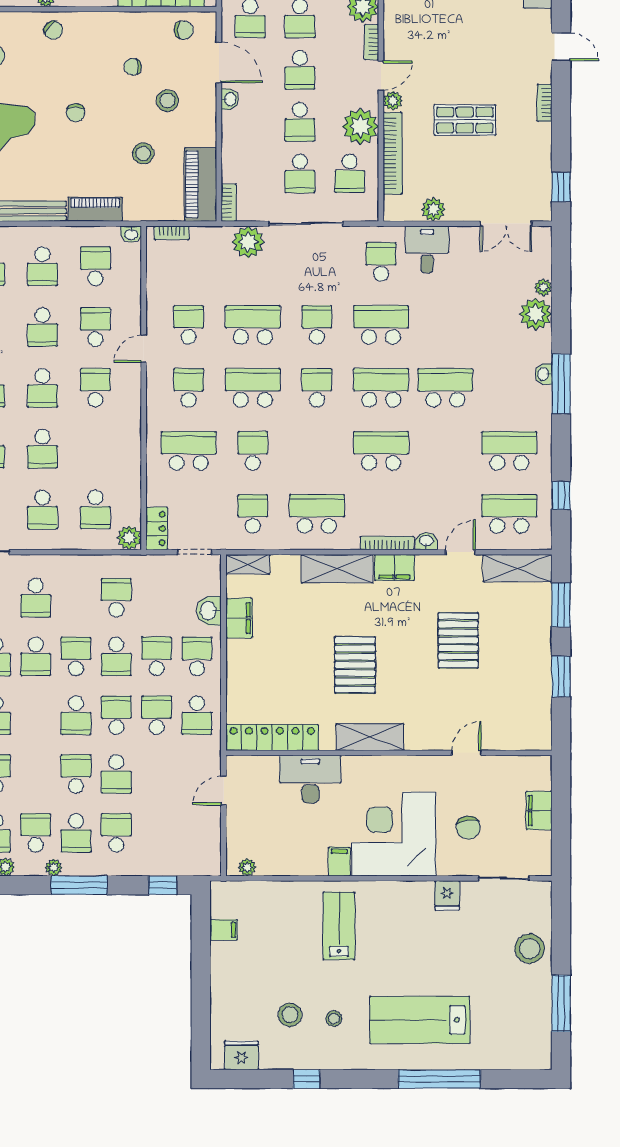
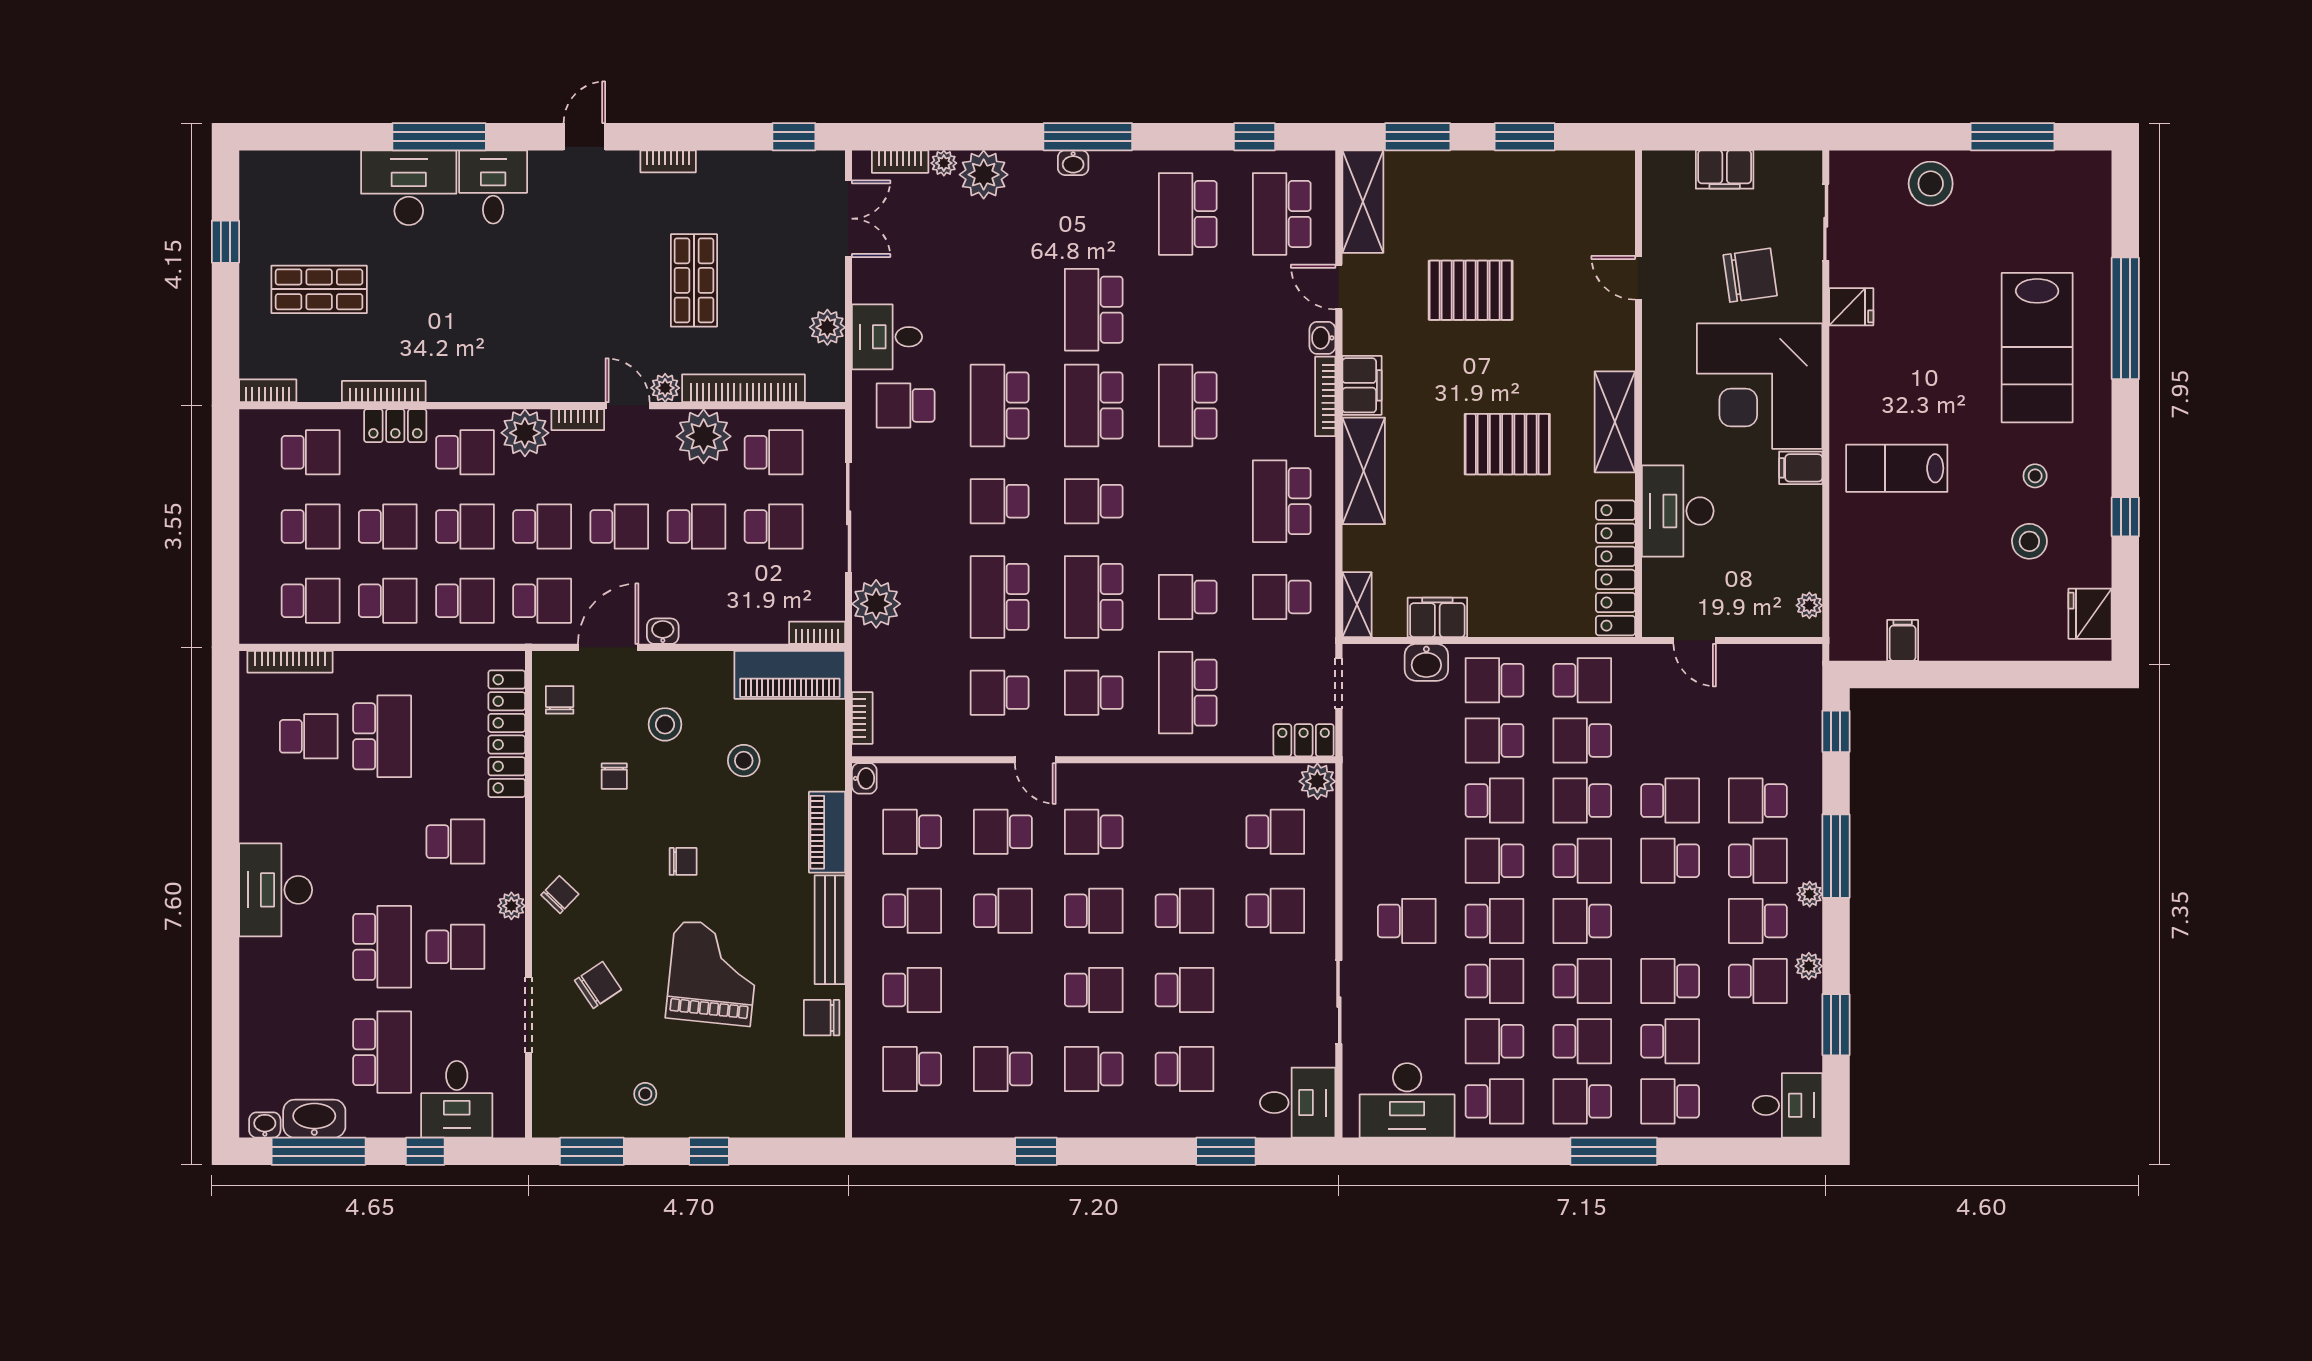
bookcase: (544, 258) -> (900, 162), added
school desk: (116, 598) -> (1582, 921), moved
chair: (468, 828) -> (1750, 275), width x1.37, depth x1.37

